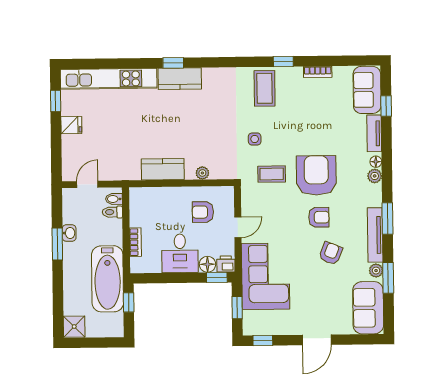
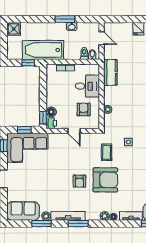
kitchen counter: (163, 169) -> (110, 72), moved
desk: (180, 253) -> (87, 86), moved, turned 180
armchair: (331, 253) -> (57, 188), removed
corner sofa: (266, 276) -> (27, 148), moved

